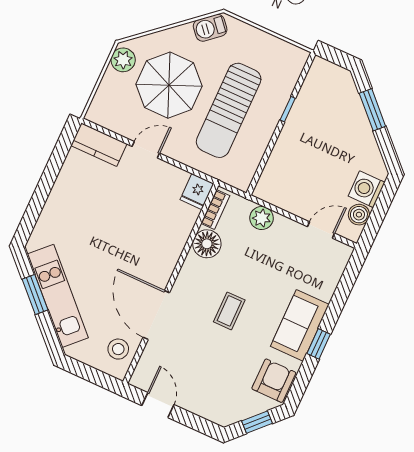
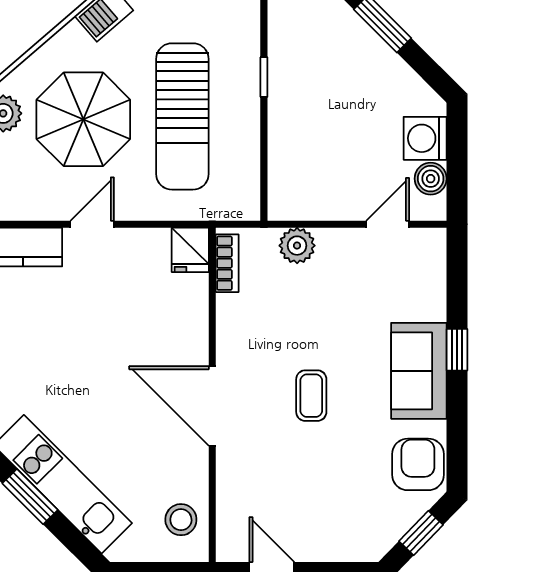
floor lamp: (207, 244) -> (237, 316), removed
door: (156, 315) -> (212, 406), moved
window: (319, 344) -> (457, 350), moved

